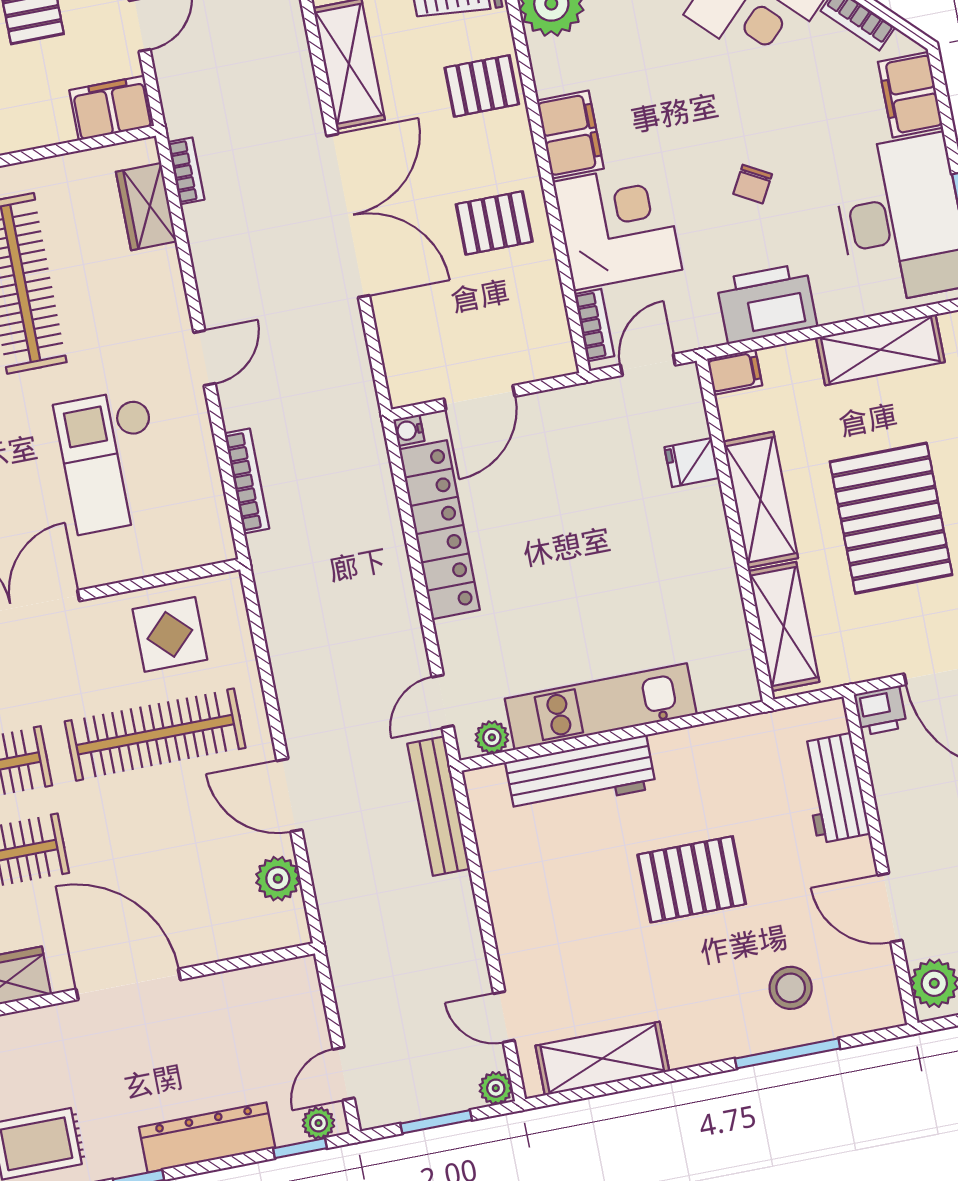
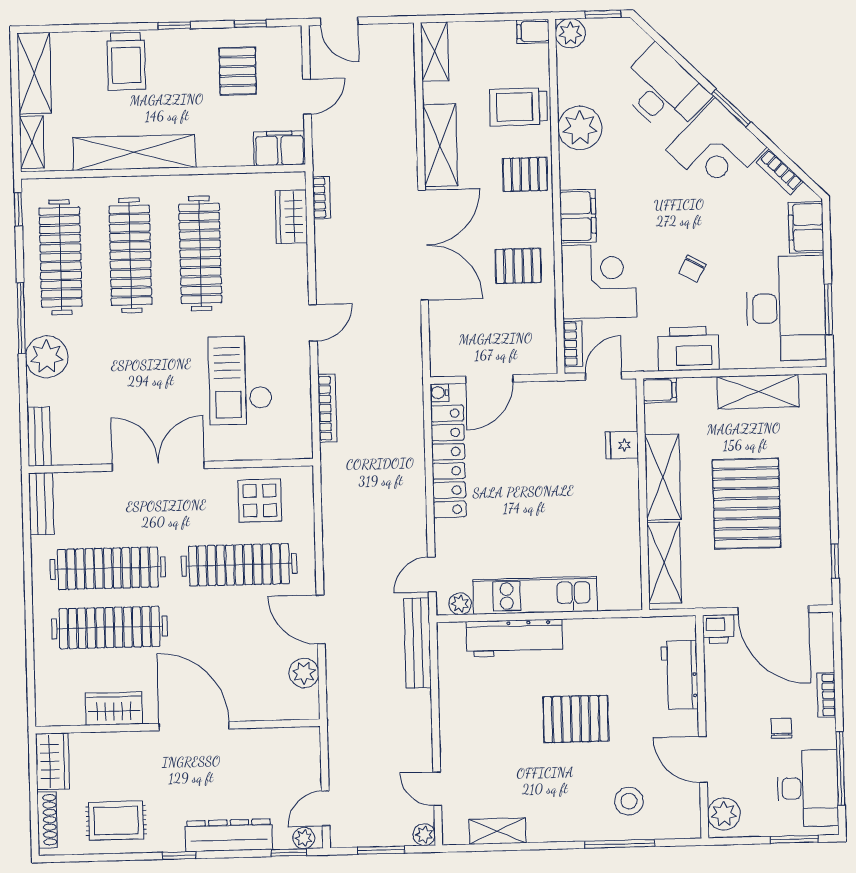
shelving: (602, 1059) -> (497, 831), width x0.67, depth x0.75

